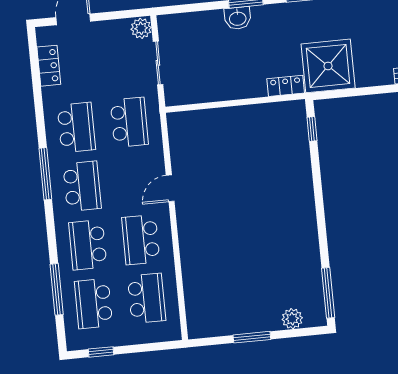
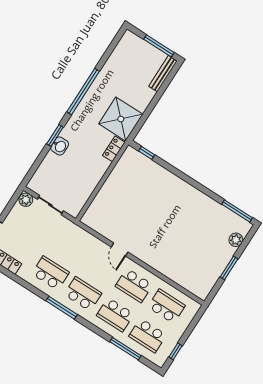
school desk: (129, 122) -> (69, 244), removed

